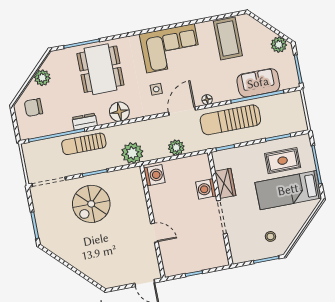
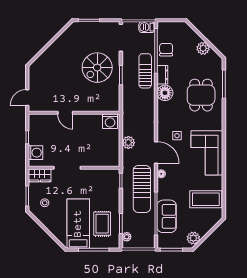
dining table: (100, 69) -> (201, 95), width x0.73
chair: (33, 107) -> (166, 50), moved
floor lamp: (119, 112) -> (165, 93), moved
sun lounger: (230, 120) -> (142, 189), turned 180
barbecue: (29, 152) -> (147, 27), added
plant: (132, 153) -> (127, 237), moved, width x0.53, depth x0.53
wardrobe: (225, 183) -> (40, 175), moved
washing machine: (206, 189) -> (35, 153), moved, turned 90
spiral stairs: (91, 204) -> (97, 68), turned -90
door: (154, 233) -> (65, 113), hinge flipped

